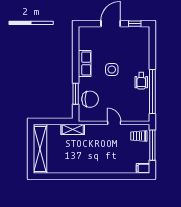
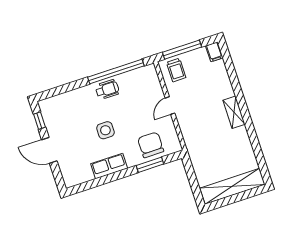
shelving: (73, 129) -> (234, 112), moved

